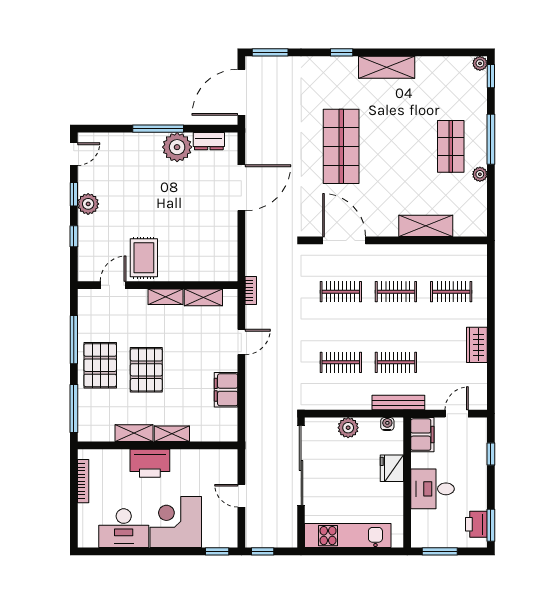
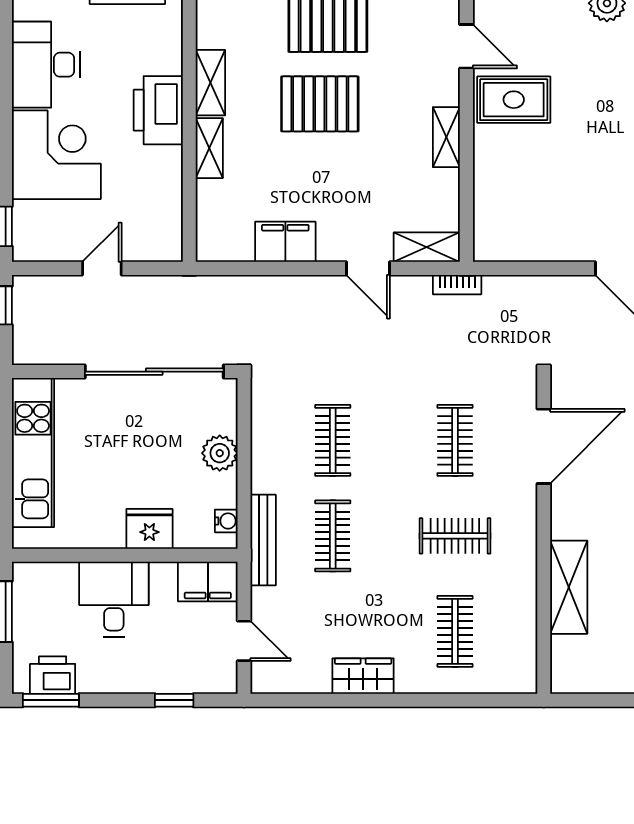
clothes rail: (396, 292) -> (455, 536), turned 90
shelving: (203, 297) -> (427, 247), moved, turned 90

